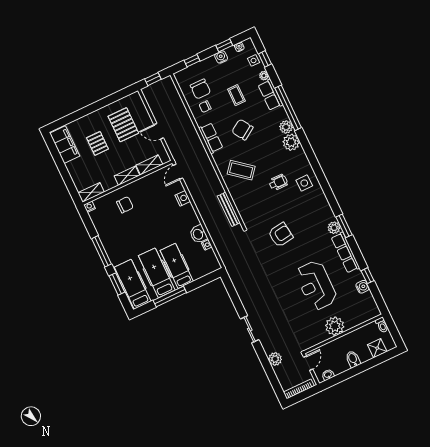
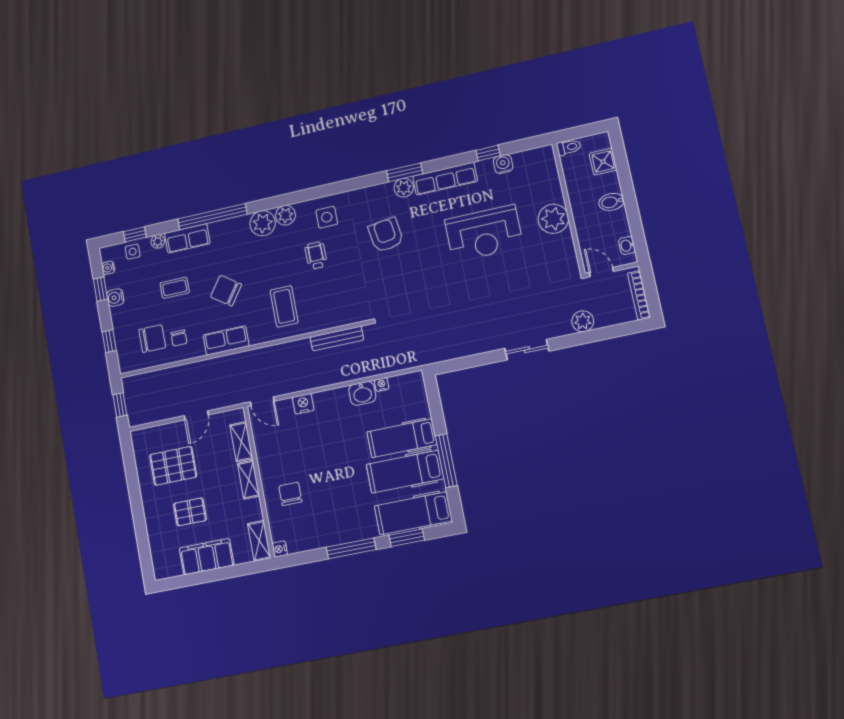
plant: (286, 127) -> (285, 215), moved
chair: (242, 130) -> (226, 291), turned 68
filing cabinet: (65, 145) -> (207, 557), moved
coffee table: (241, 170) -> (284, 306), turned -39
armchair: (281, 235) -> (386, 235), moved

